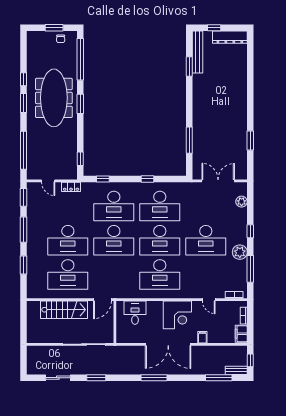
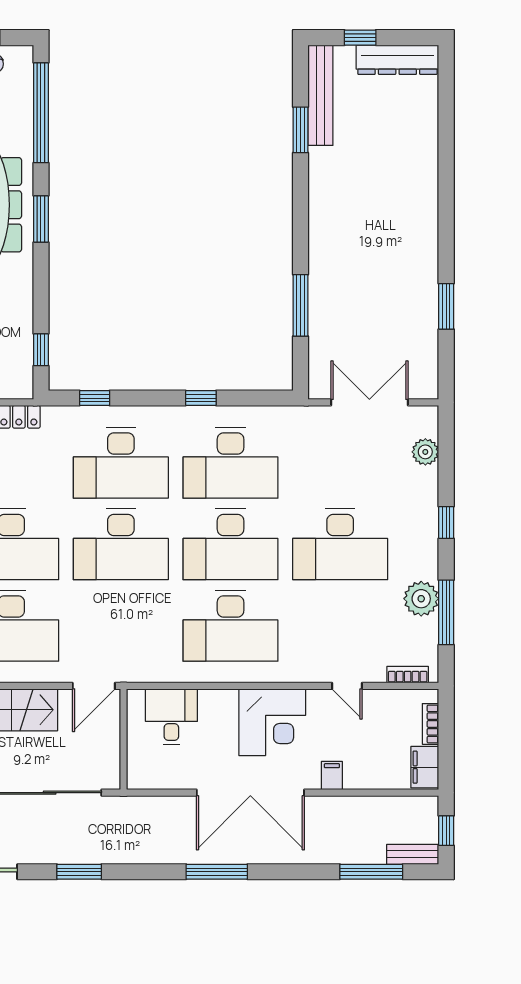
plant: (240, 252) -> (421, 599), moved

